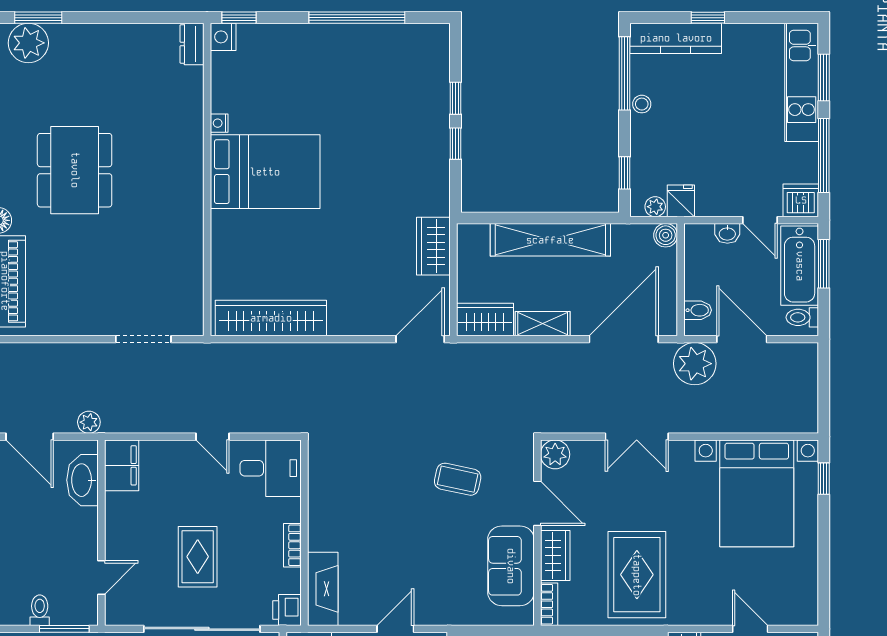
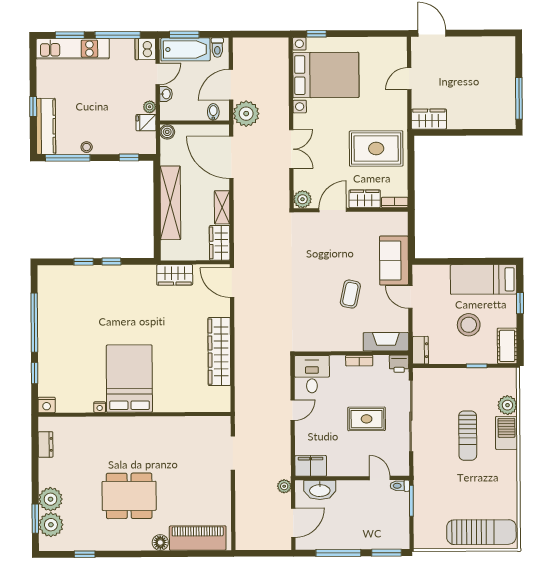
window: (239, 18) -> (35, 373), moved
plant: (70, 42) -> (51, 499), added
dresser: (192, 44) -> (46, 444), moved, turned -90
plant: (655, 207) -> (150, 107), moved
wardrobe: (271, 318) -> (219, 352), moved
coffee table: (458, 479) -> (350, 294), moved
sofa: (511, 566) -> (394, 260), moved, turned 90
toilet: (40, 610) -> (400, 486), moved

